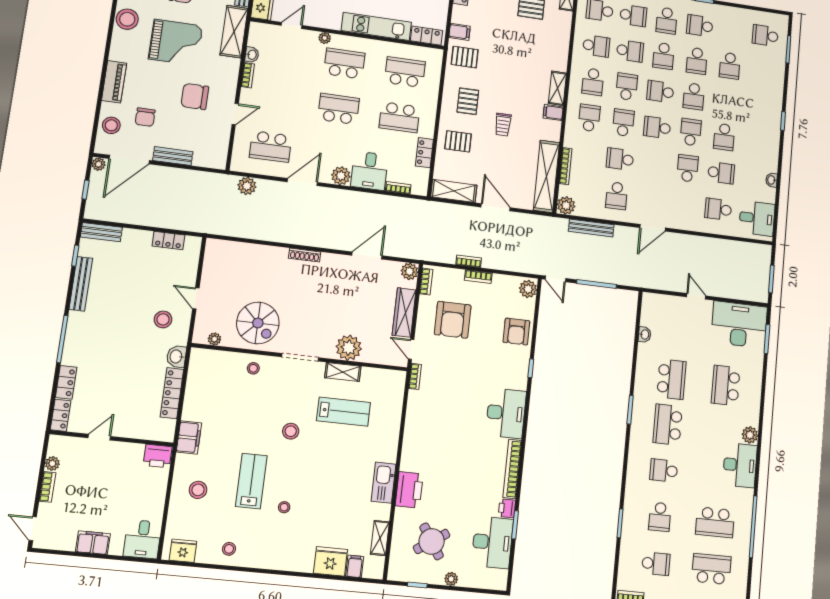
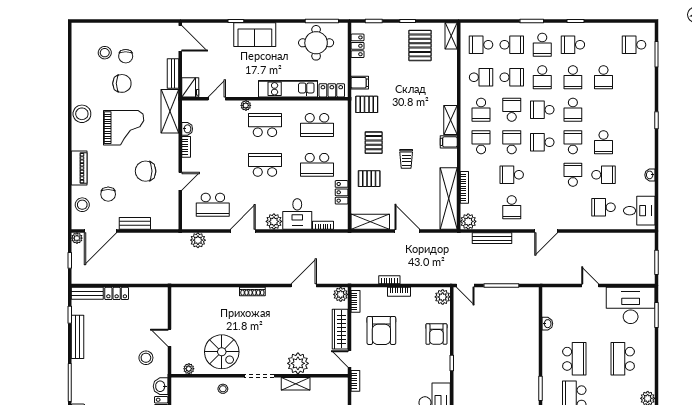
school desk: (405, 72) -> (317, 125), turned 180
locker: (168, 241) -> (117, 293), moved

